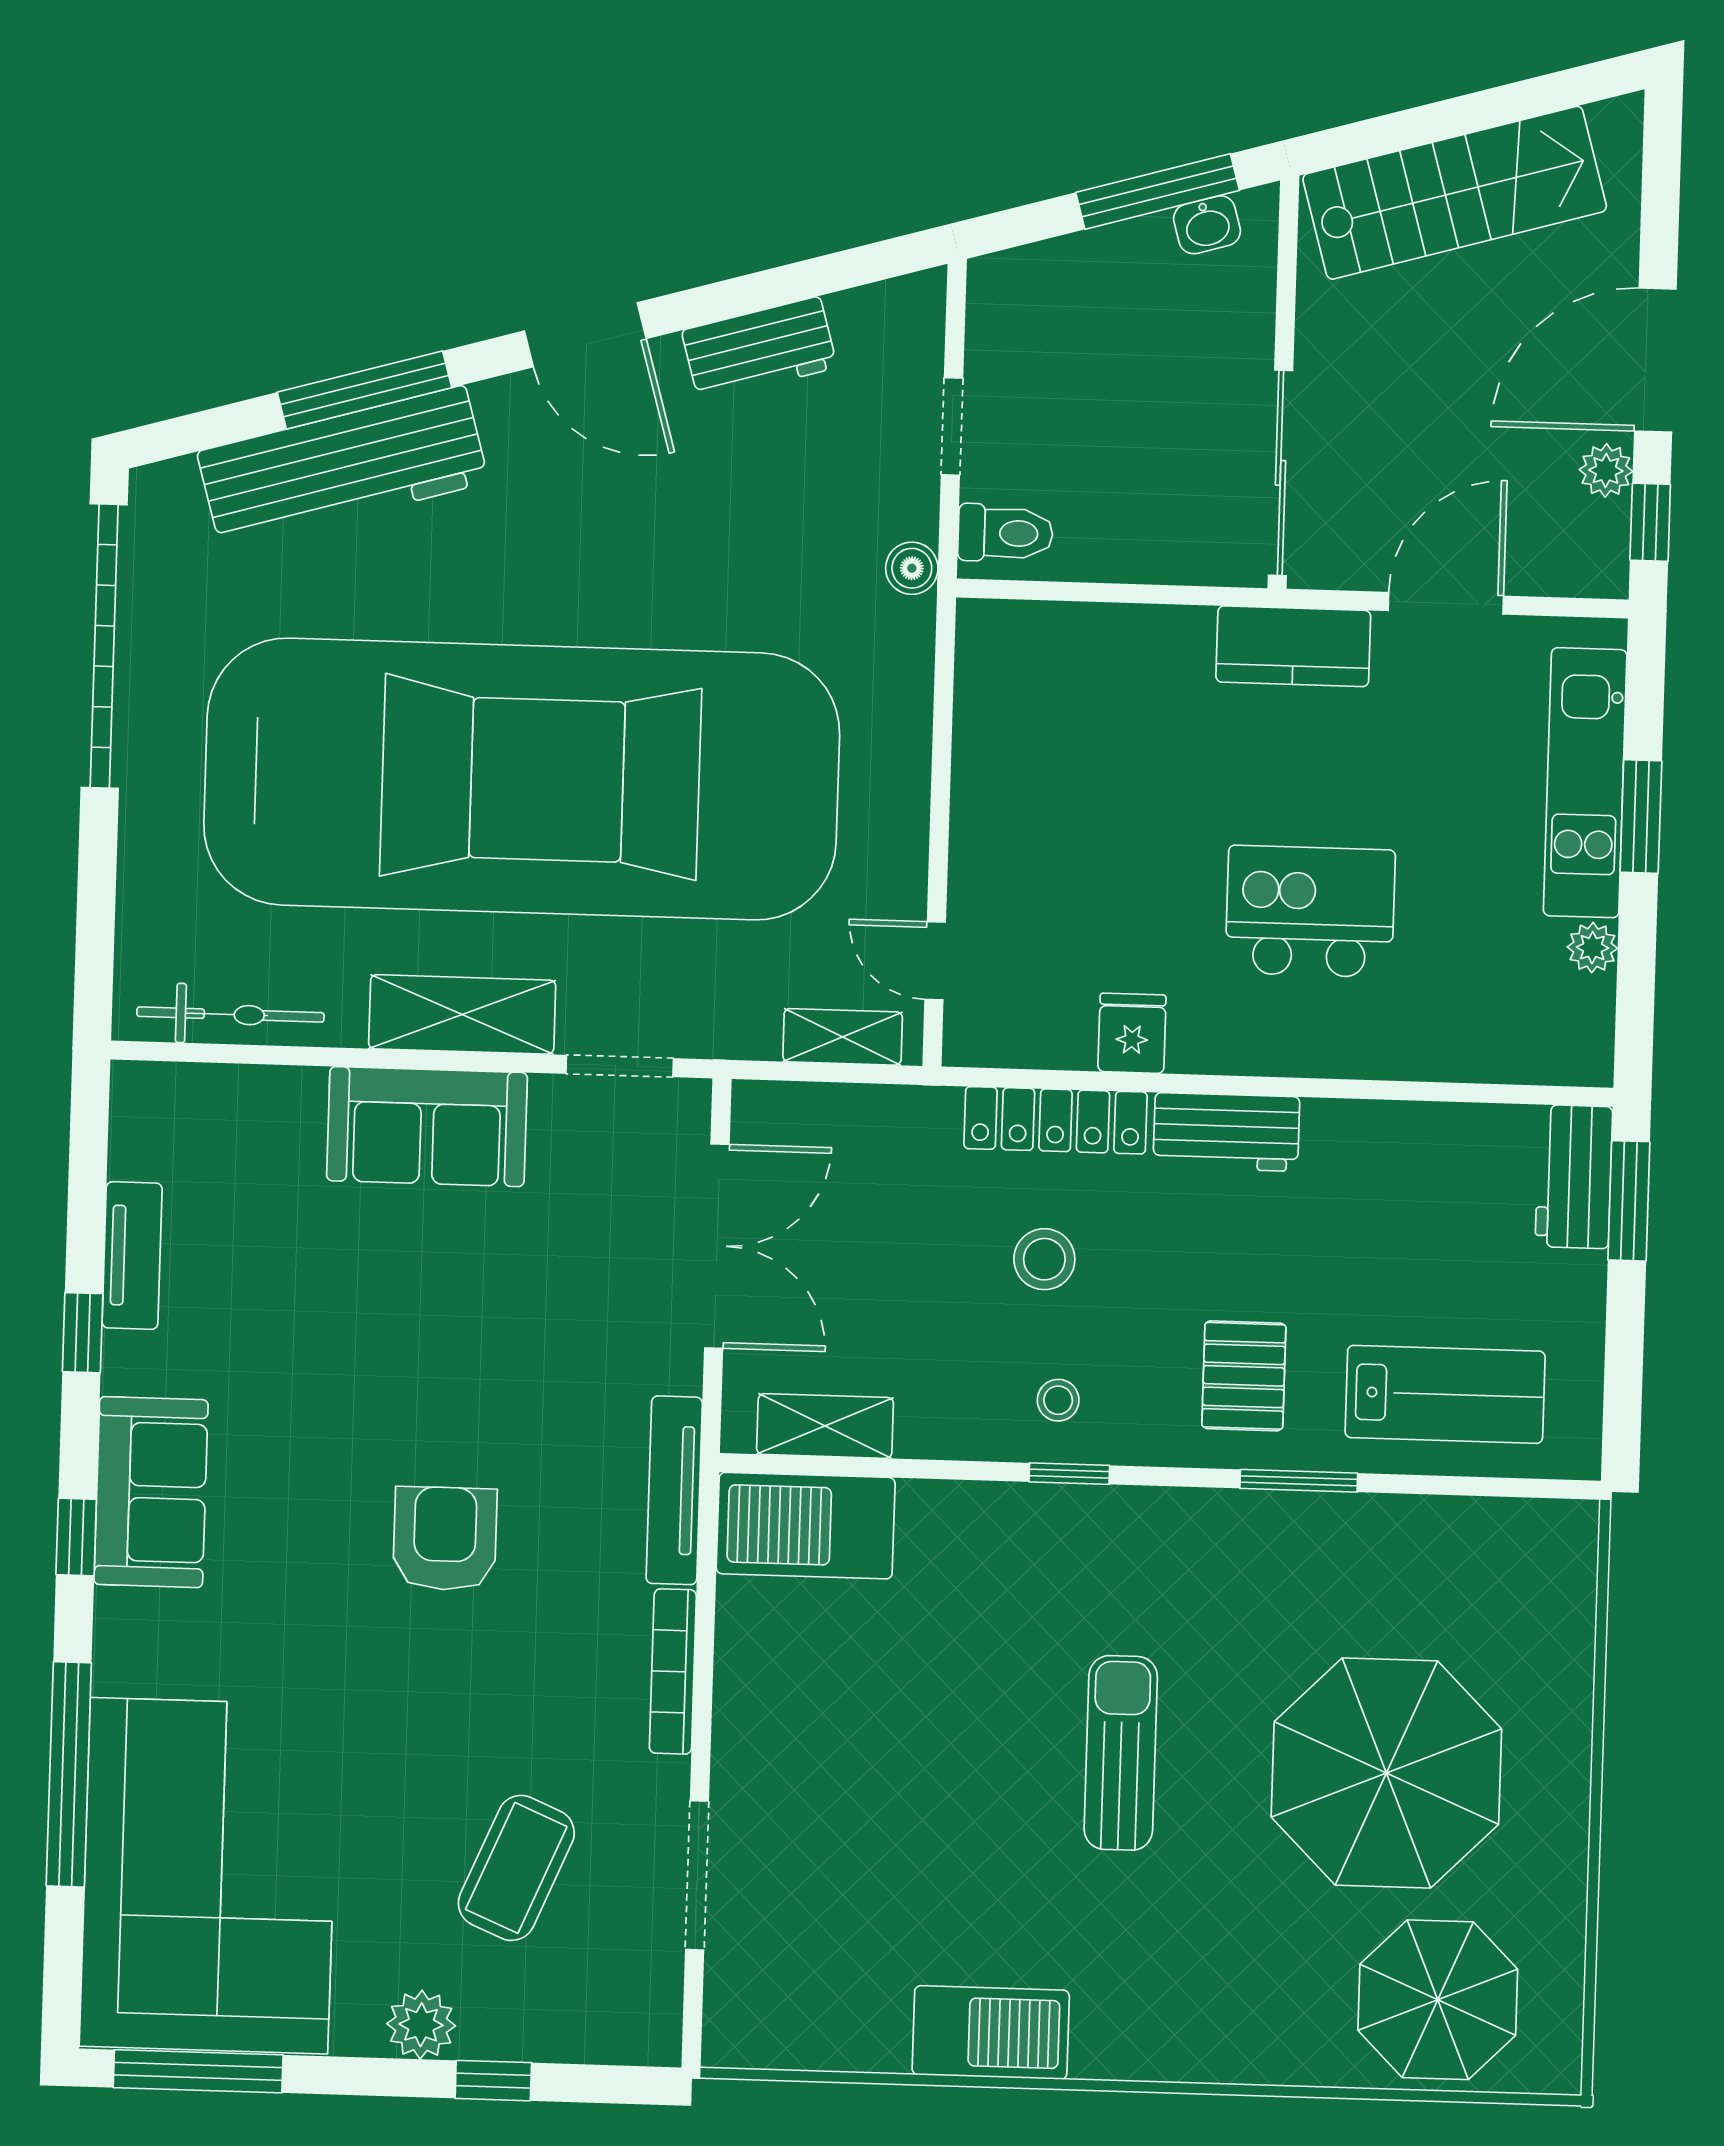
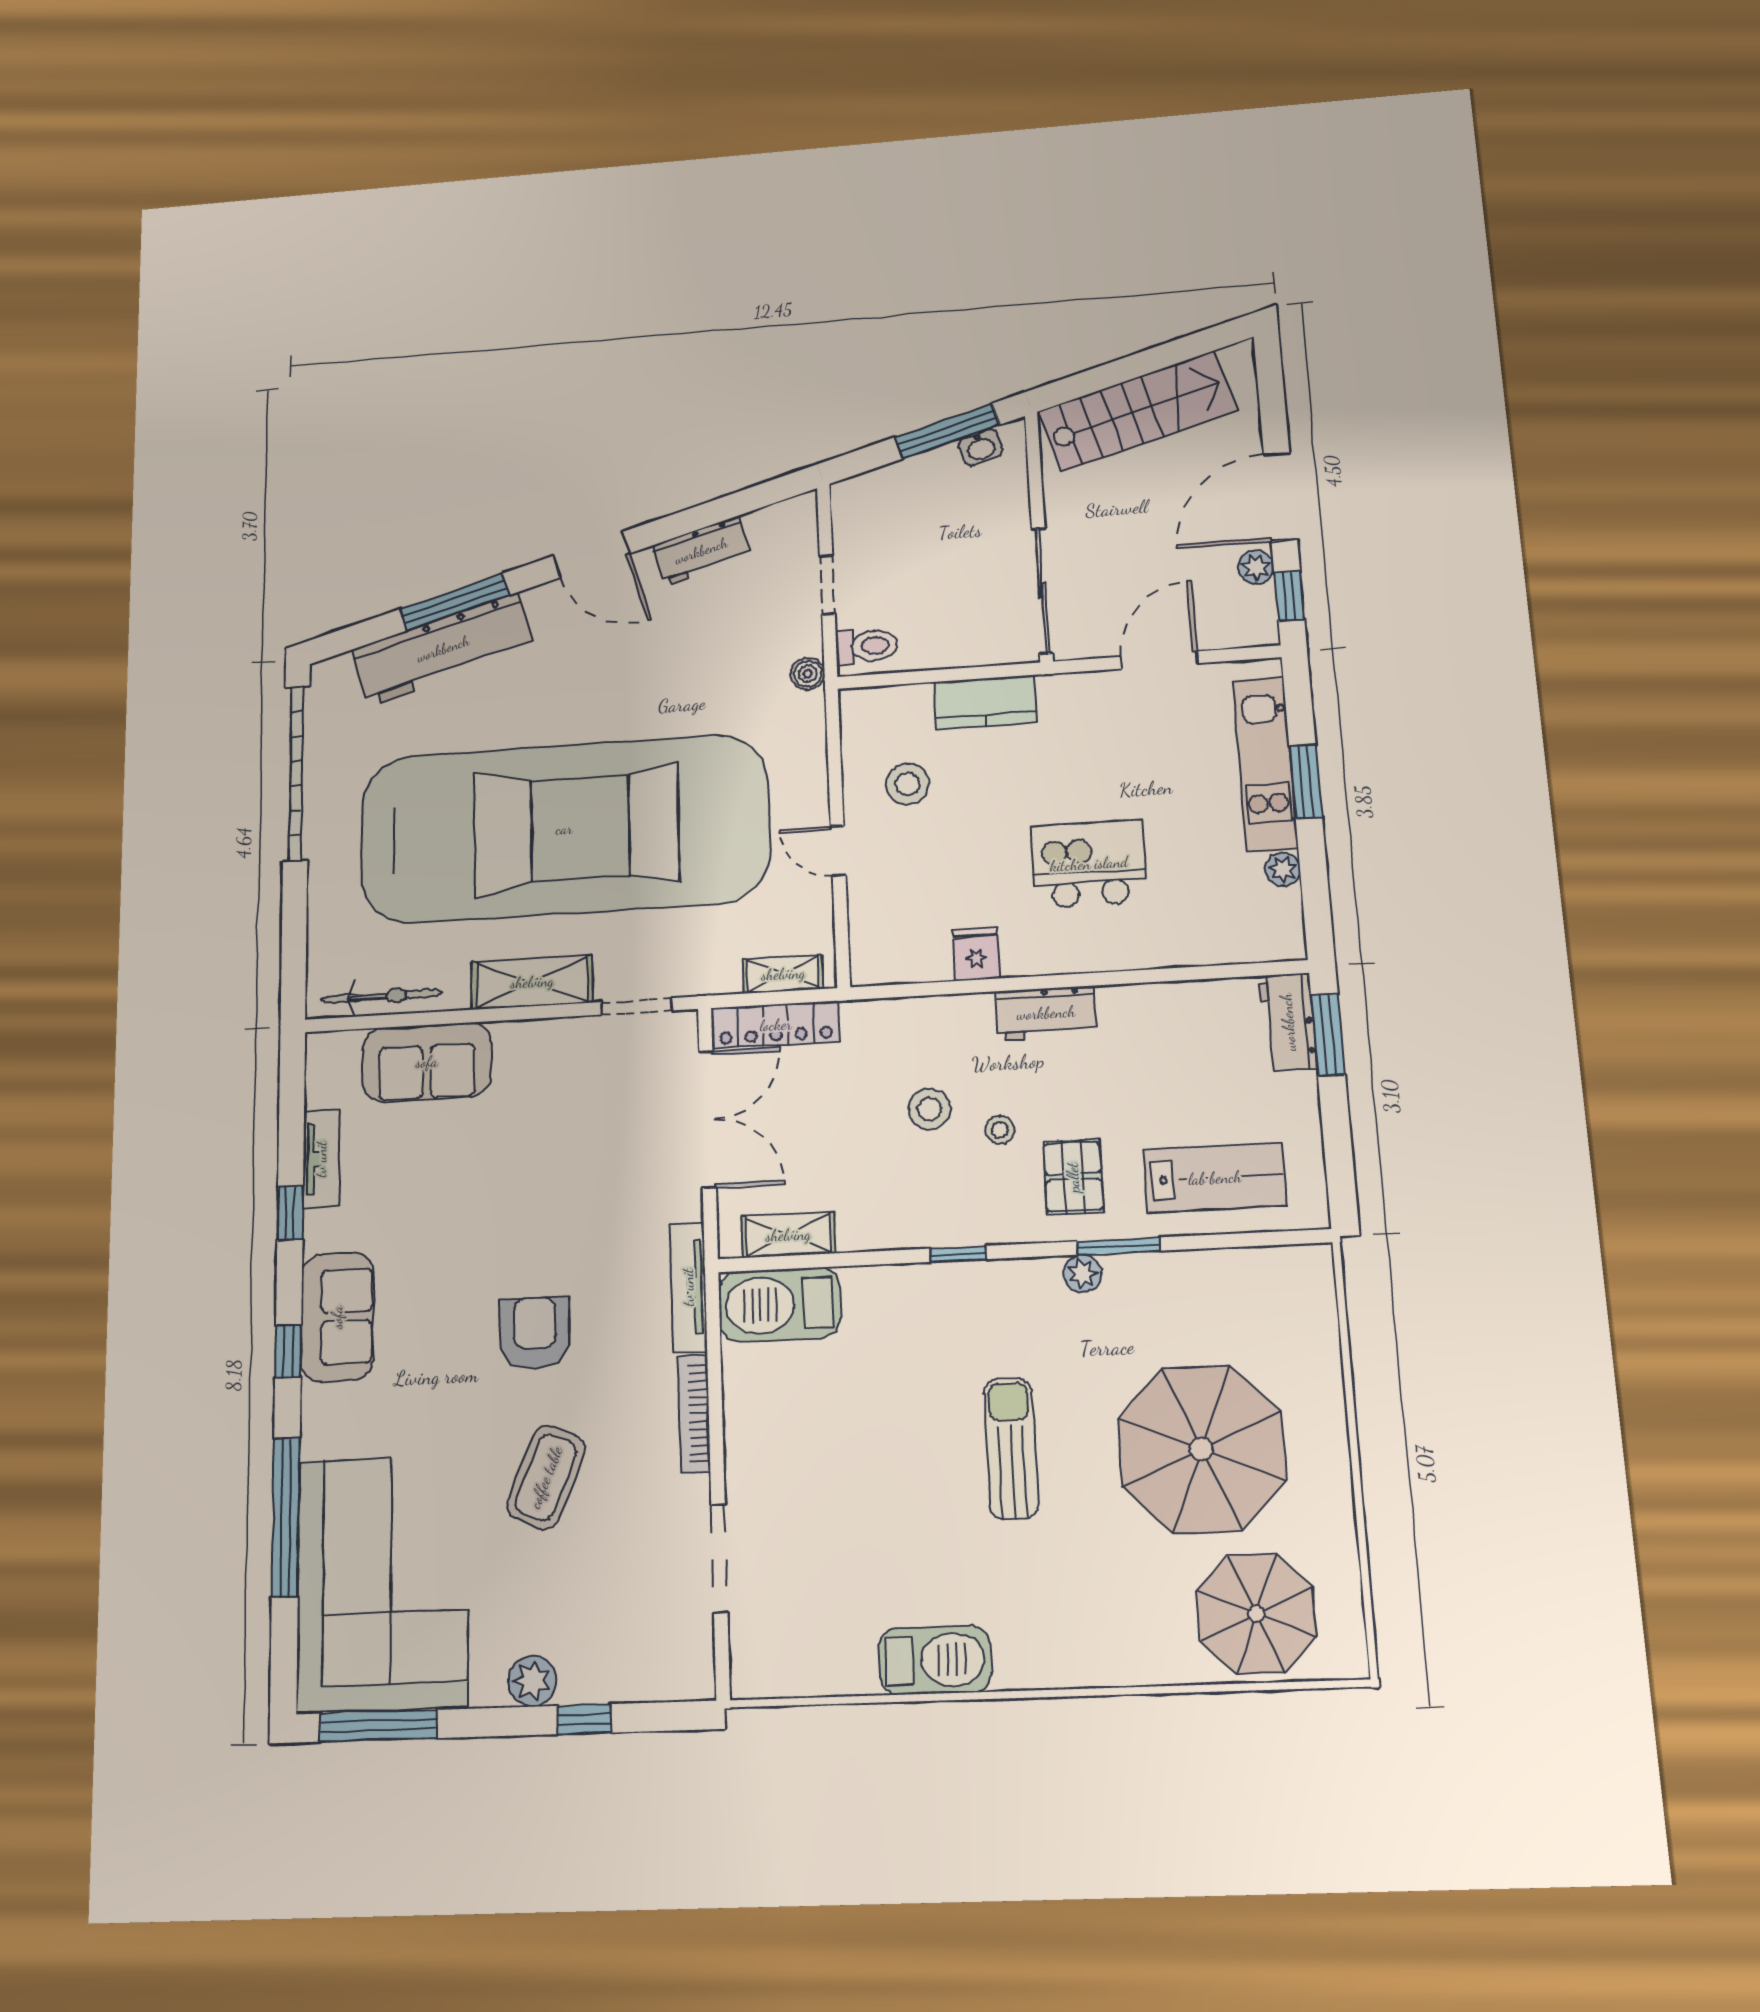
kitchen counter: (1293, 646) -> (985, 702), moved
stool: (1051, 761) -> (907, 784), added
door: (935, 961) -> (838, 851), moved
locker: (1056, 1120) -> (776, 1025), moved
sofa: (427, 1127) -> (427, 1062), moved
stool: (1058, 1400) -> (1000, 1130), moved
plant: (1244, 1516) -> (1083, 1273), added
coffee table: (516, 1868) -> (546, 1477), moved

